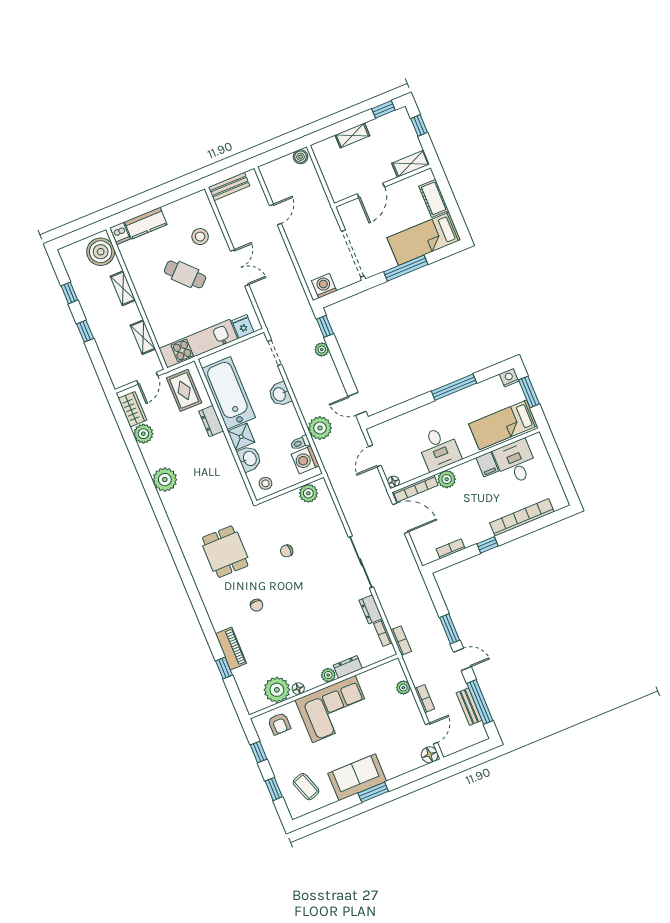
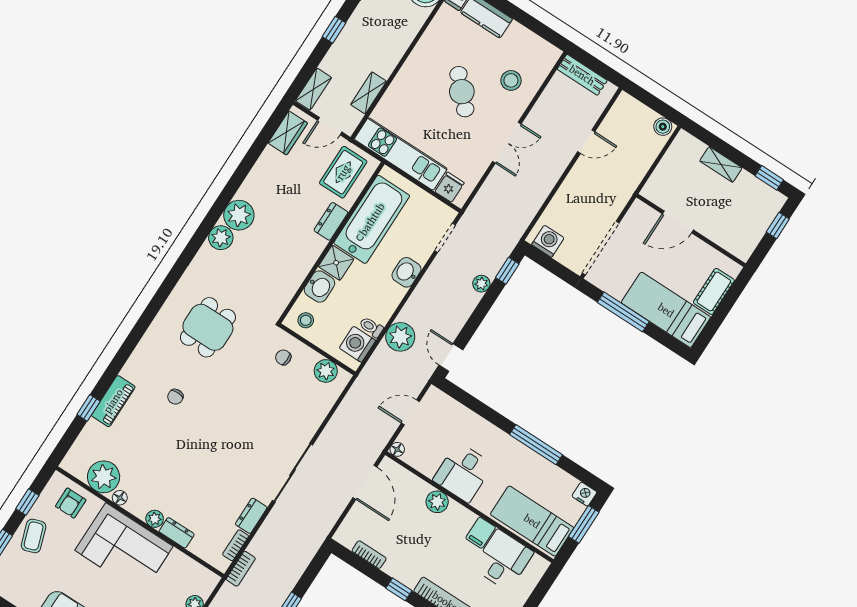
shelving: (411, 164) -> (733, 244), removed
shelving: (123, 288) -> (314, 89), moved
plant: (143, 434) -> (221, 238), moved
bookcase: (416, 488) -> (406, 477), removed
chair: (287, 551) -> (283, 357), moved
coffee table: (306, 787) -> (34, 536), moved

